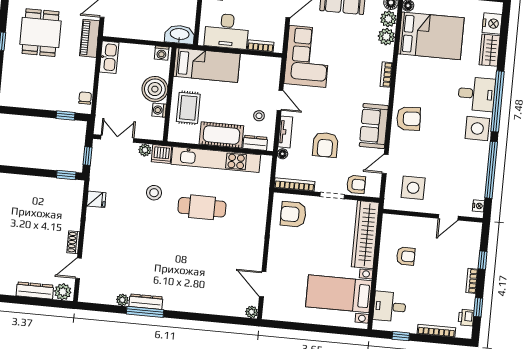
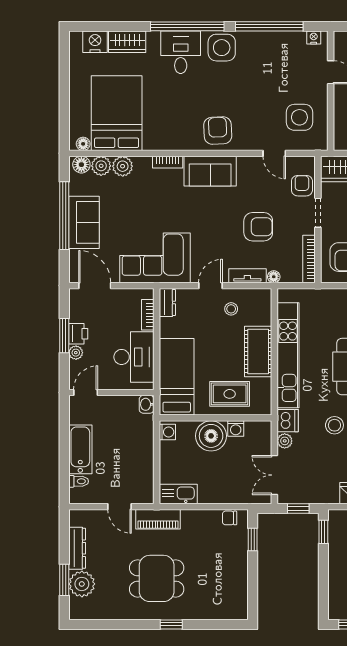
washbasin: (180, 35) -> (147, 404), width x0.52, depth x0.69
sofa: (374, 126) -> (210, 171), moved
dresser: (255, 143) -> (167, 303), moved, turned 180

